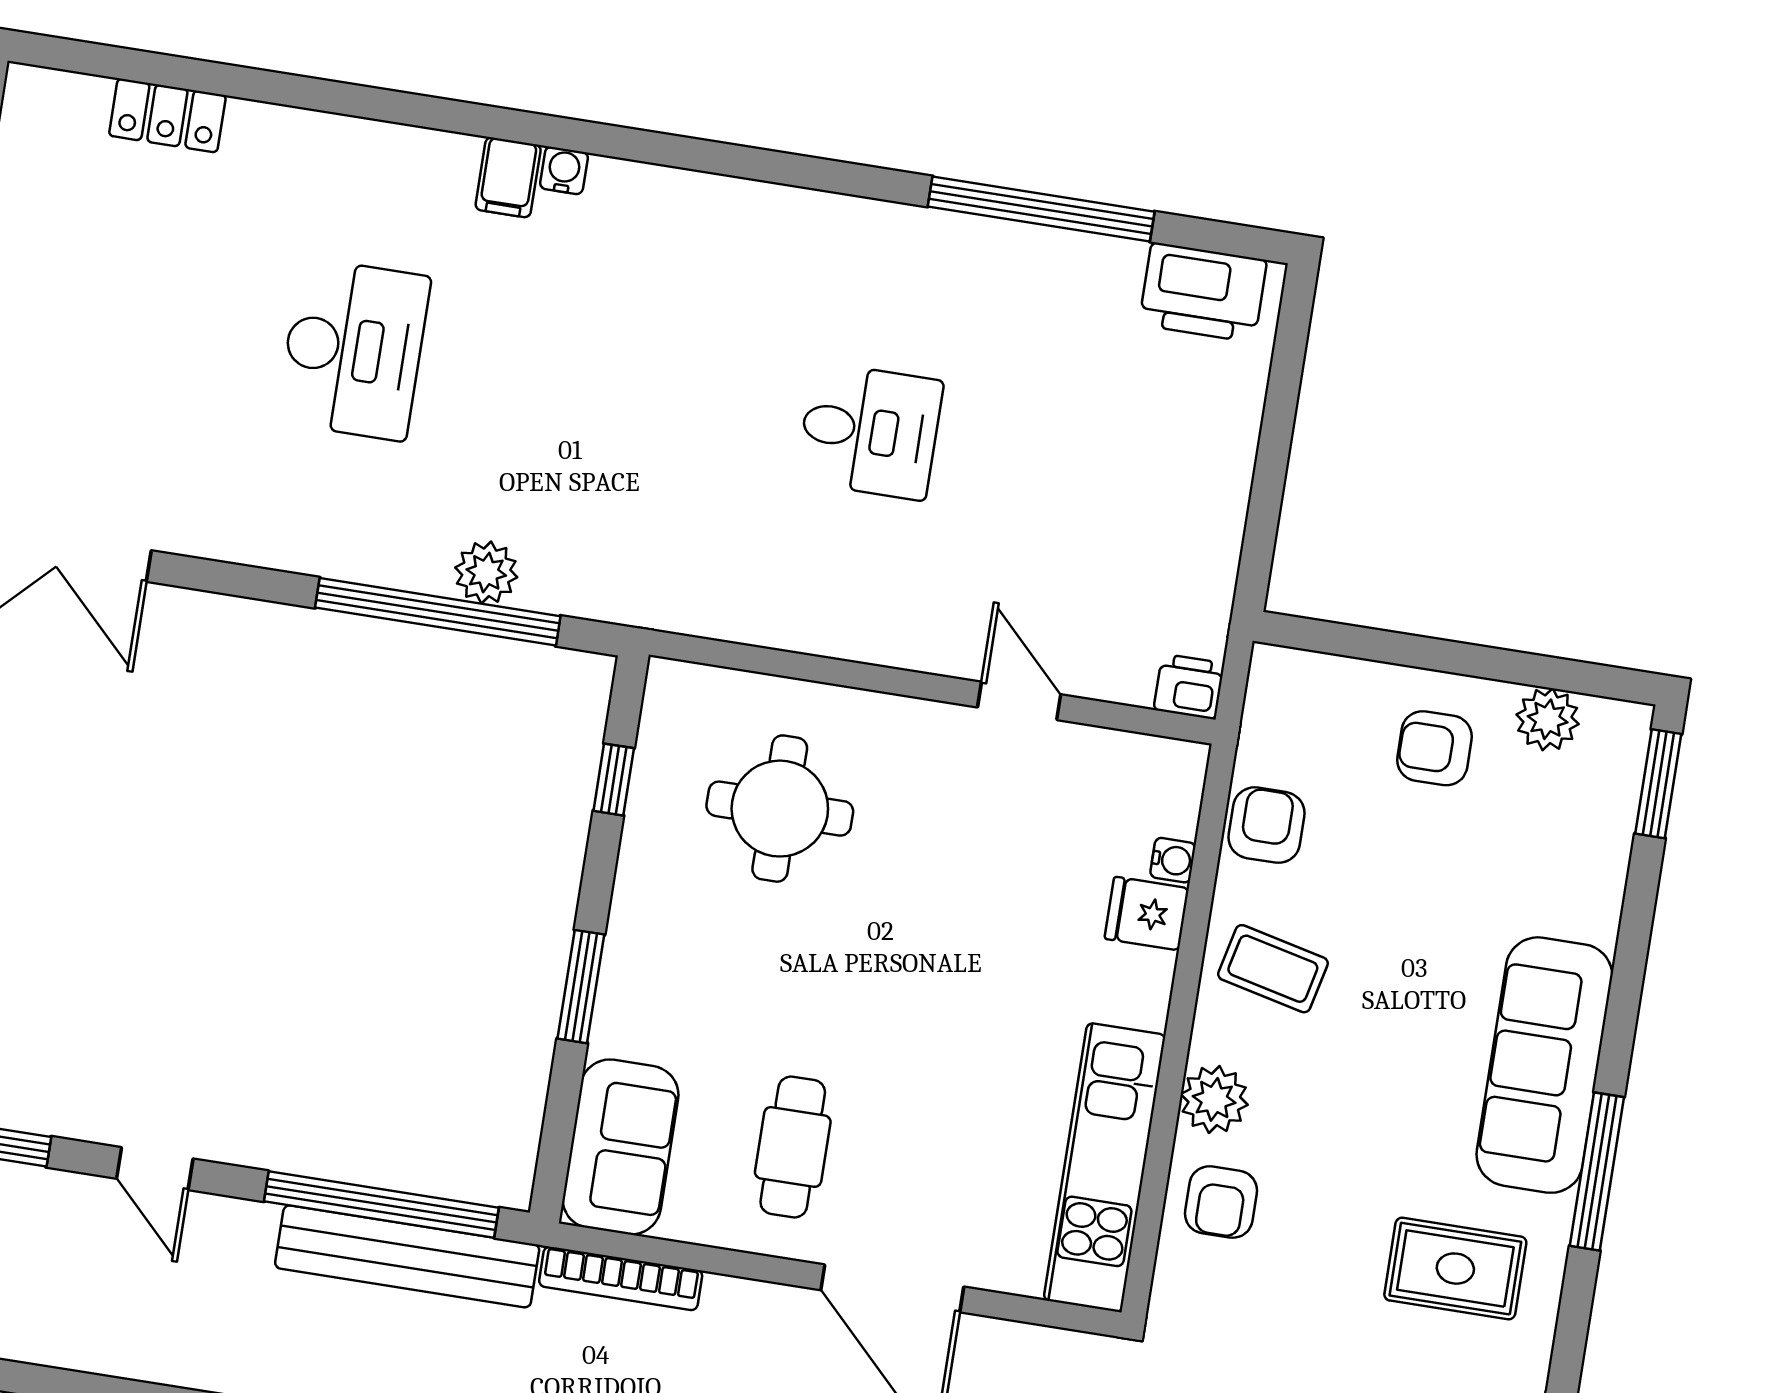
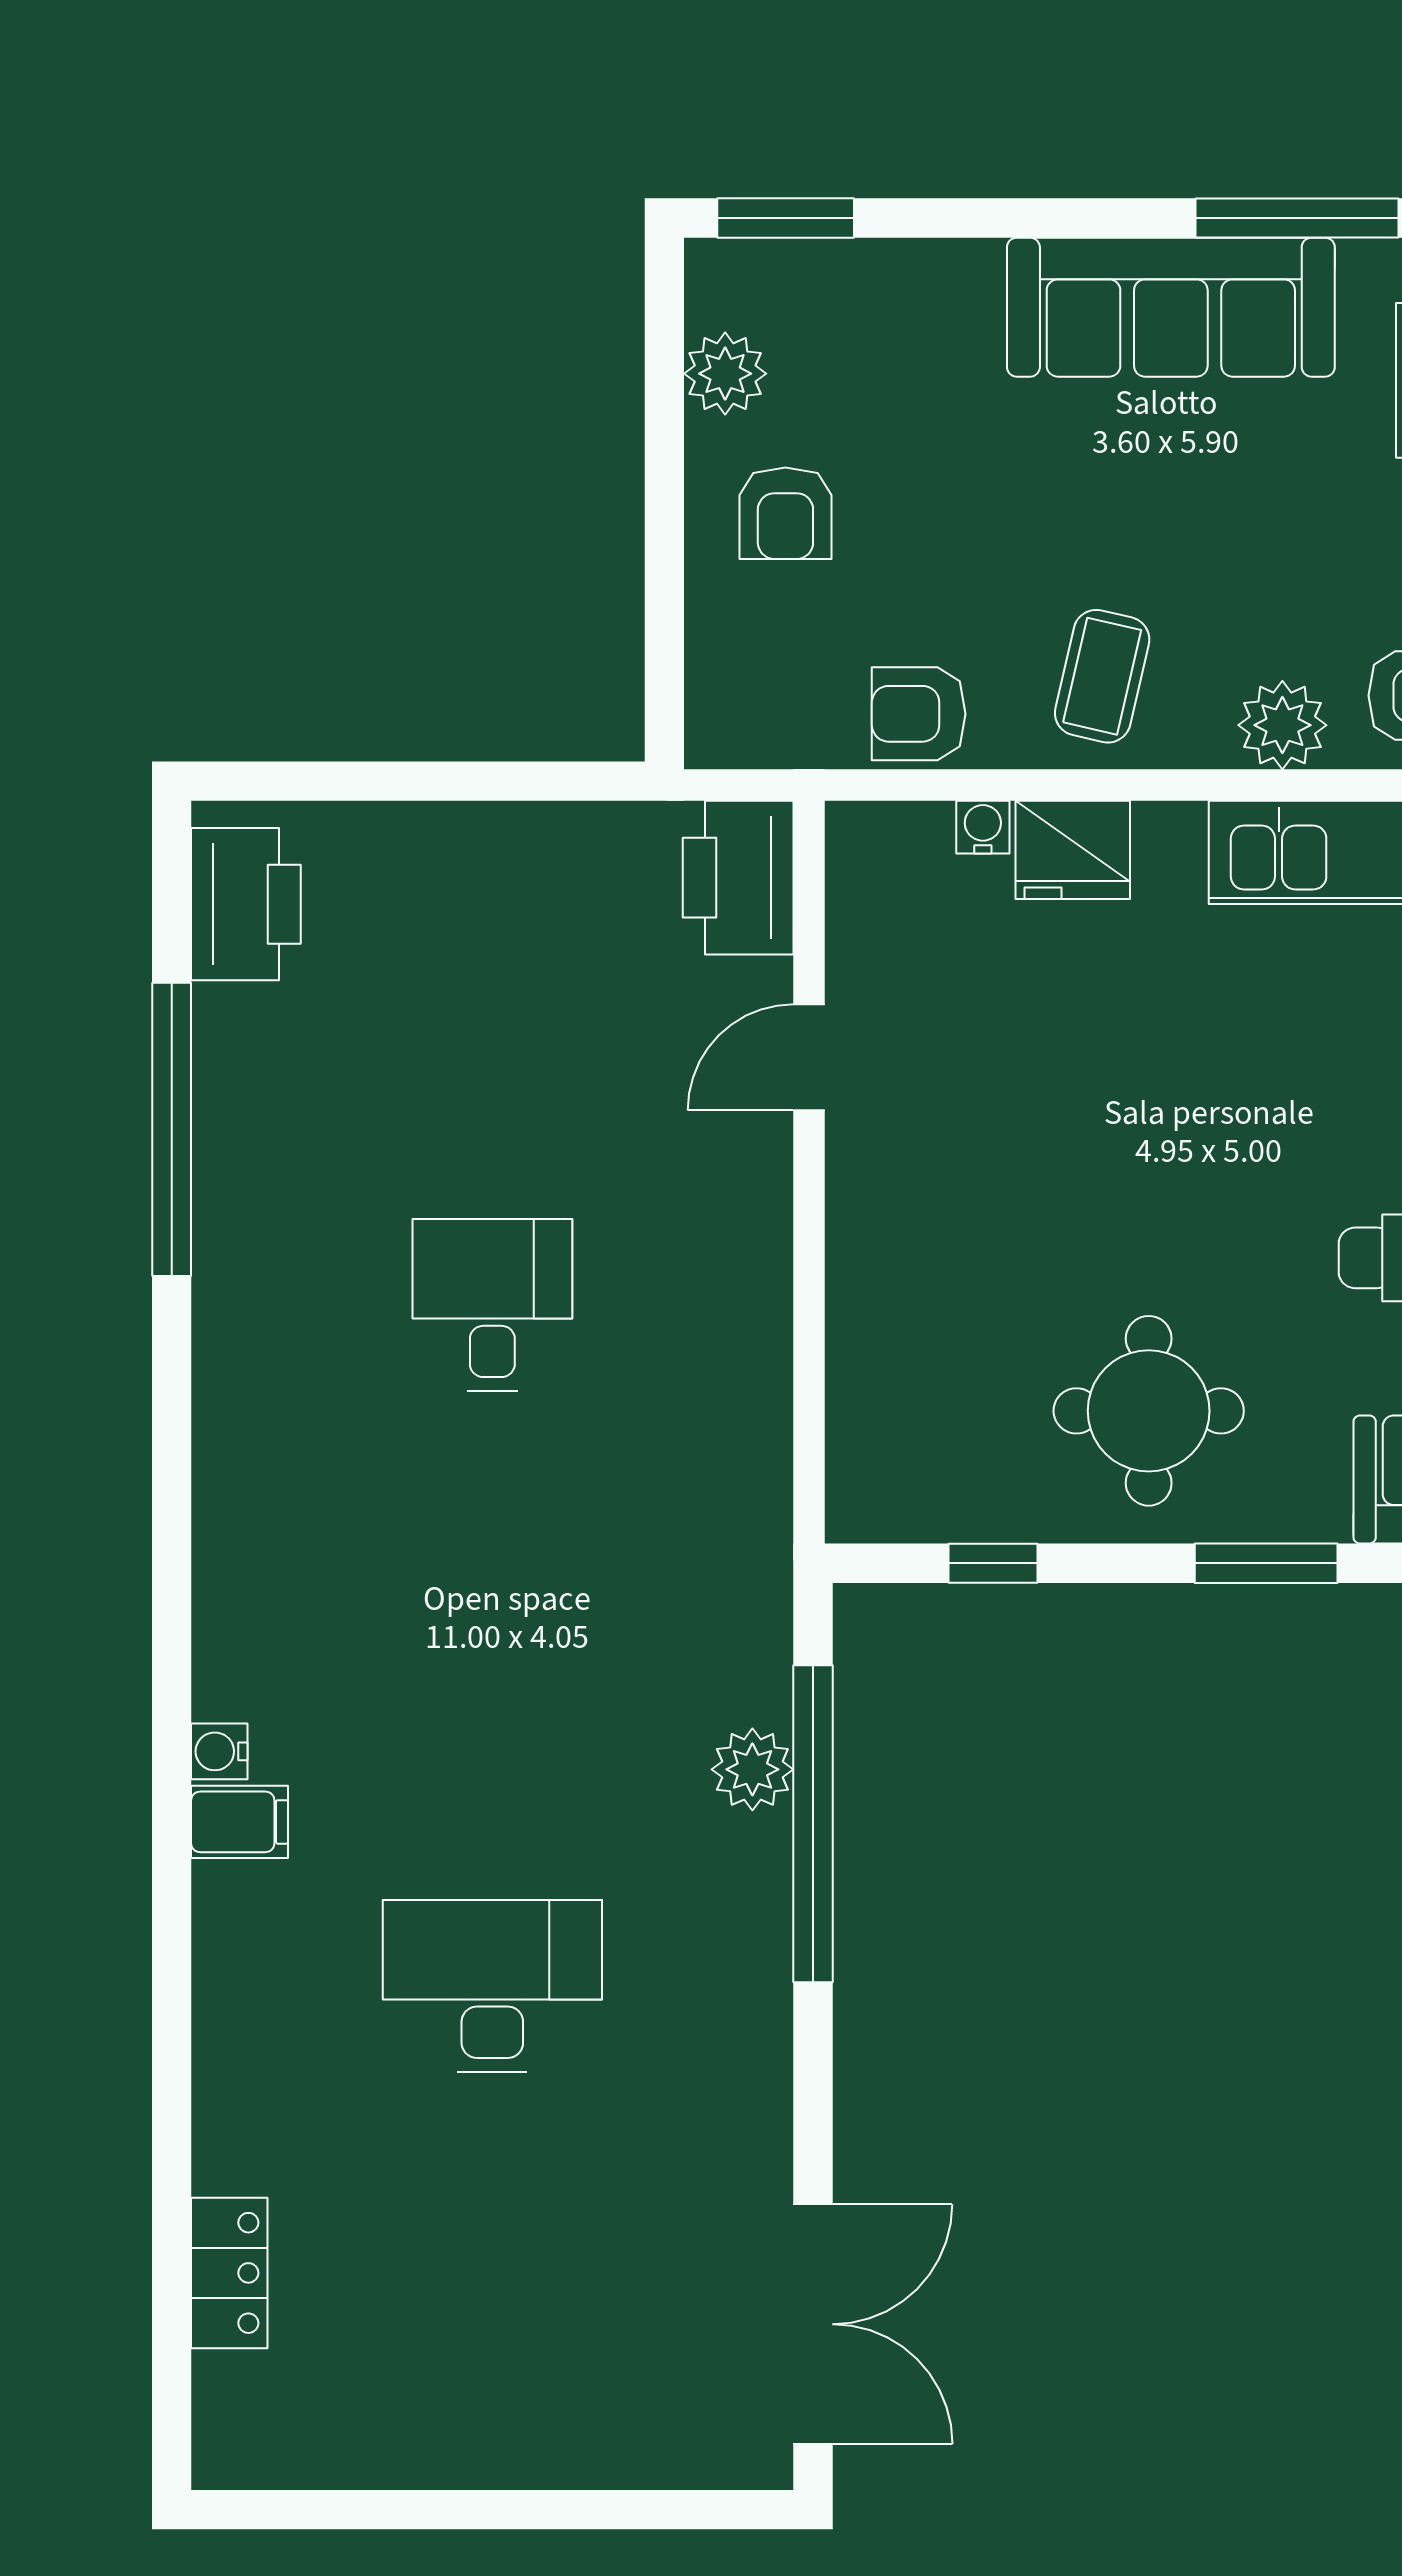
printer: (1189, 687) -> (738, 878), width x1.87, depth x1.48
round table: (780, 809) -> (1149, 1411), moved
fridge: (1147, 914) -> (1073, 850), width x1.38

